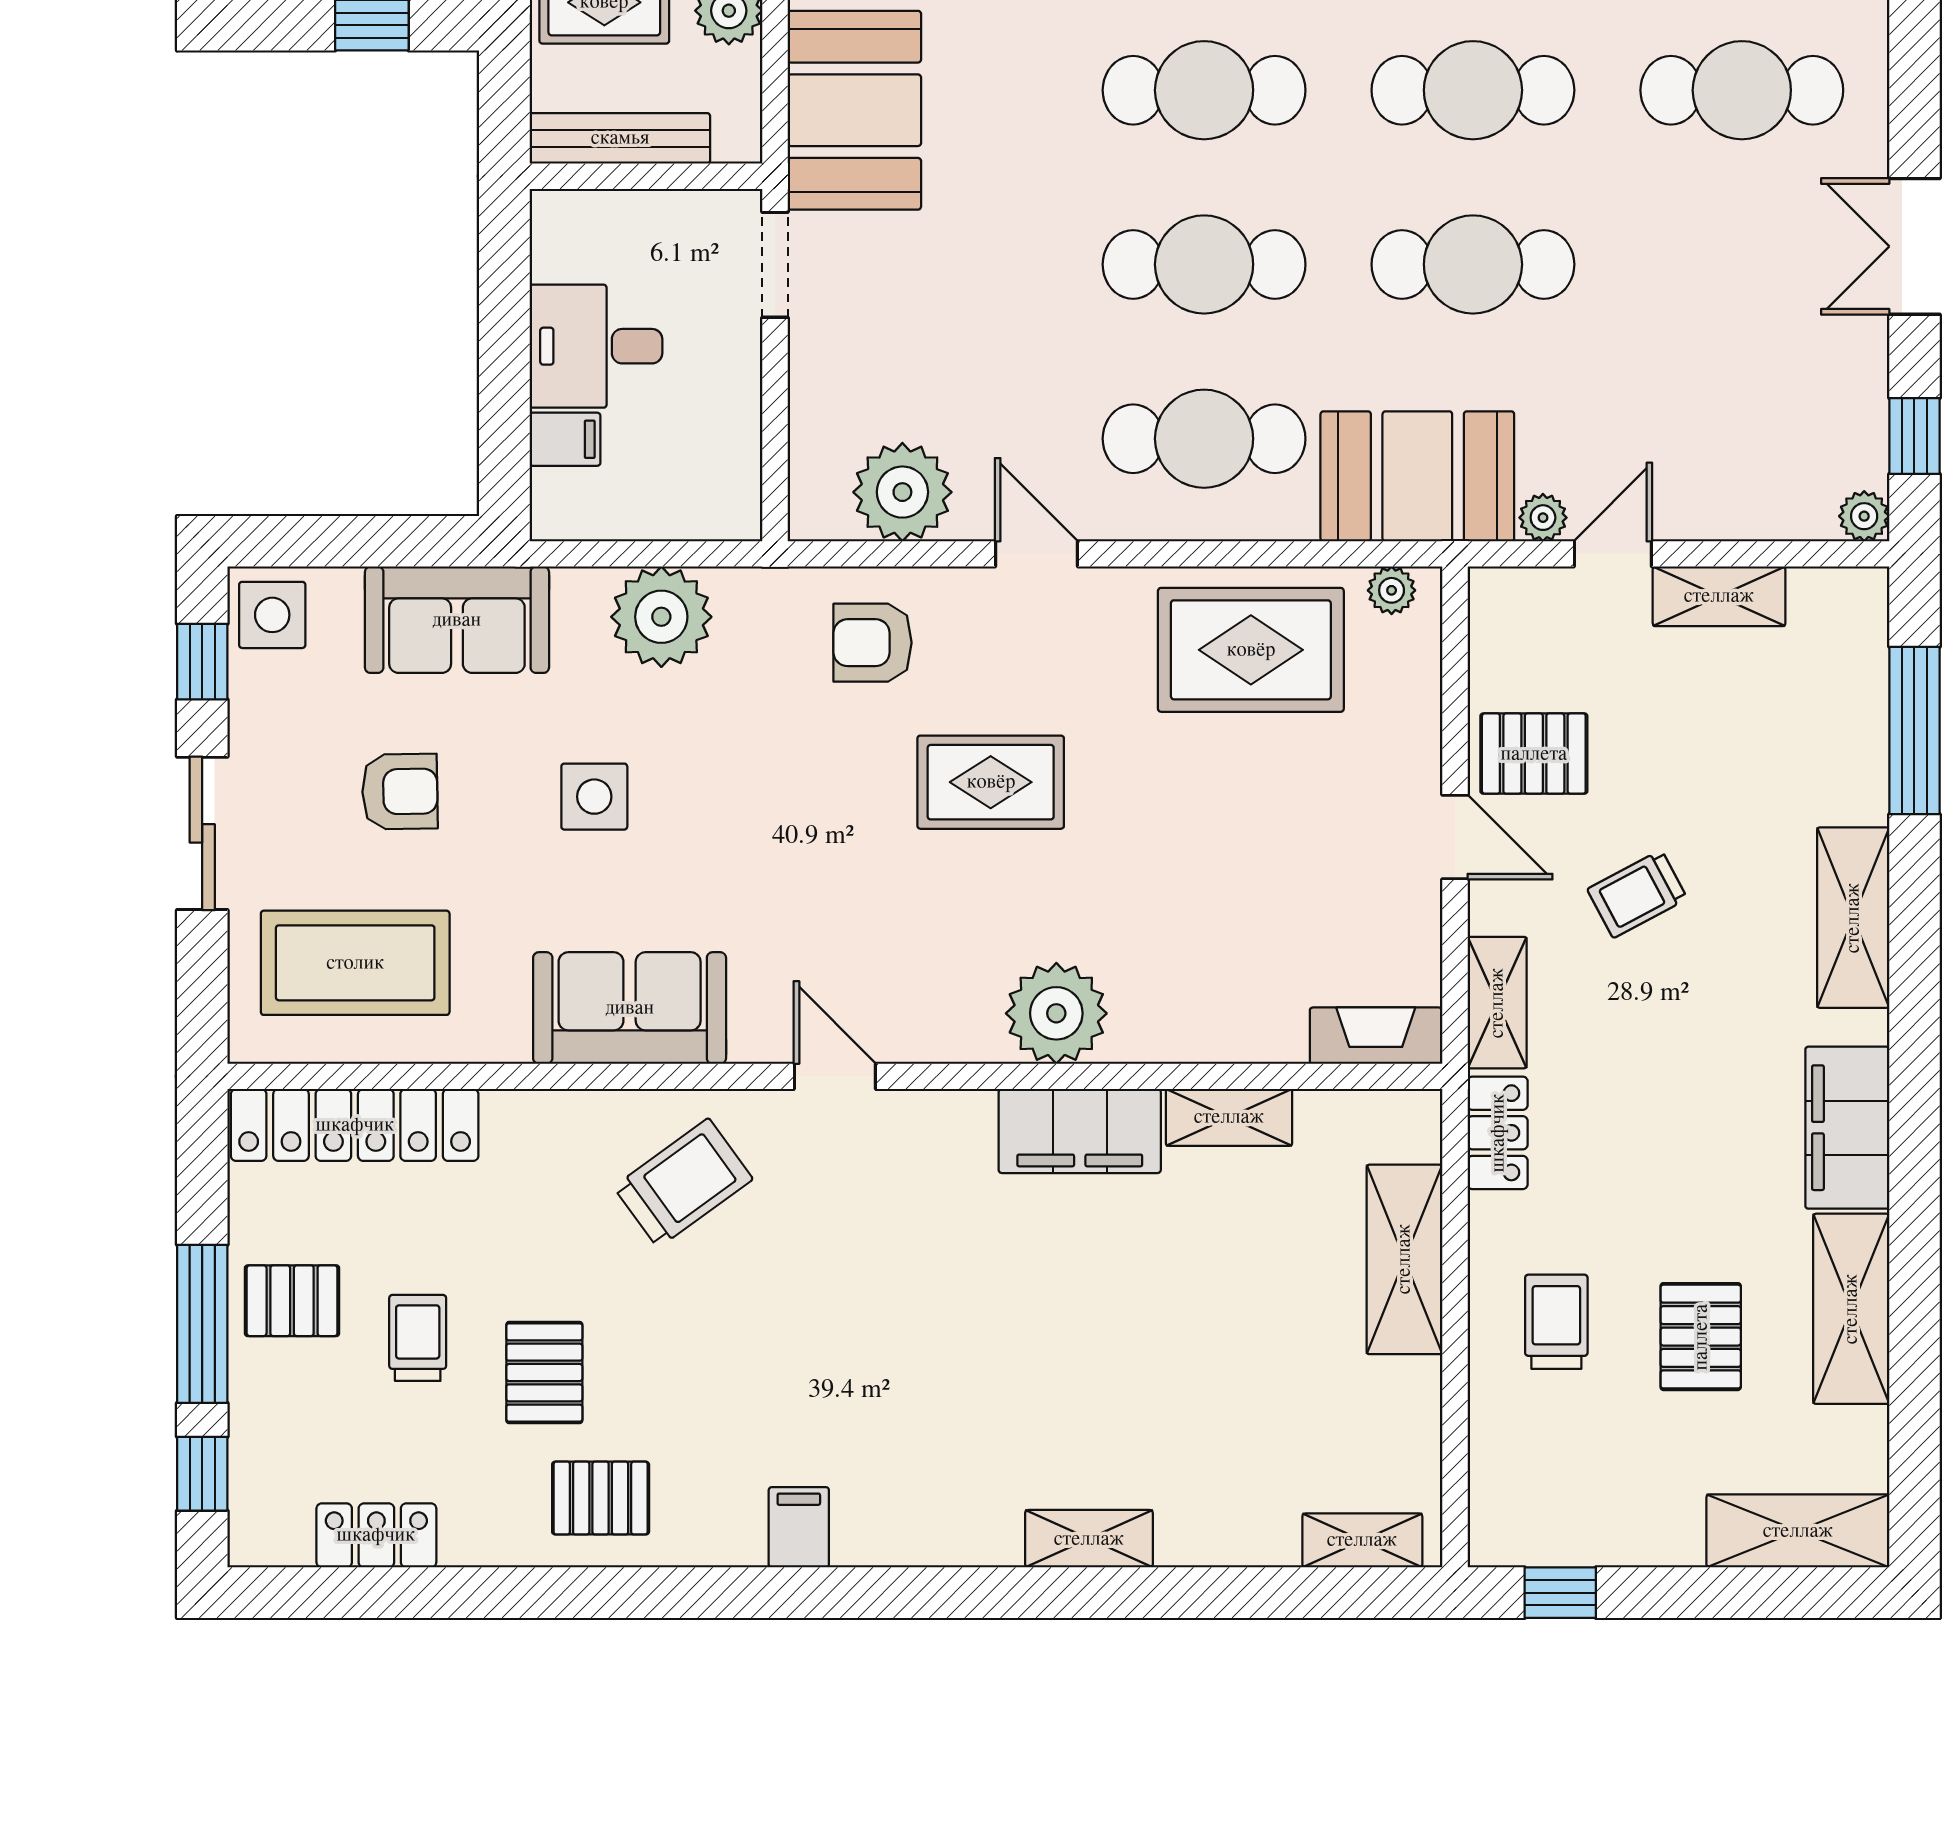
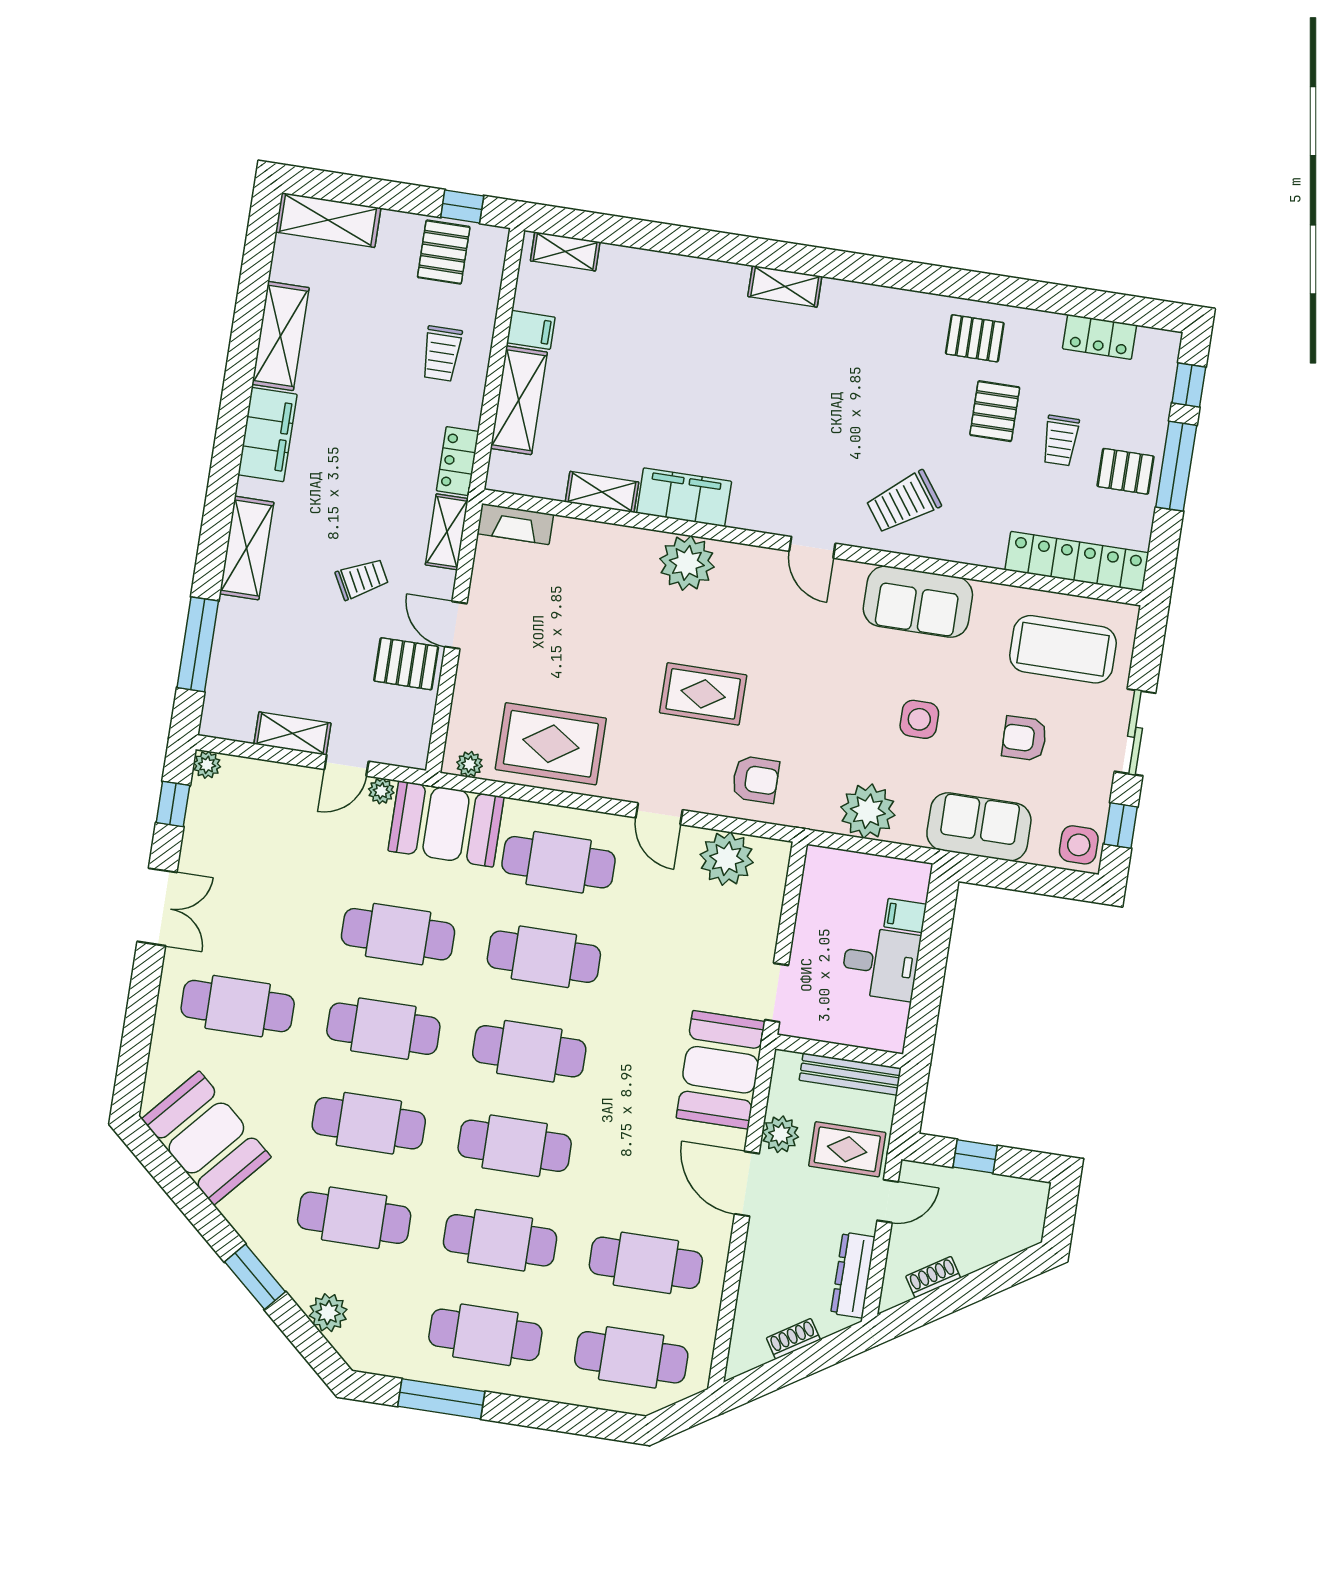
pallet: (1701, 1337) -> (444, 252), moved
filing cabinet: (799, 1527) -> (531, 330), moved, turned -90
shelving: (1089, 1539) -> (785, 286), moved

